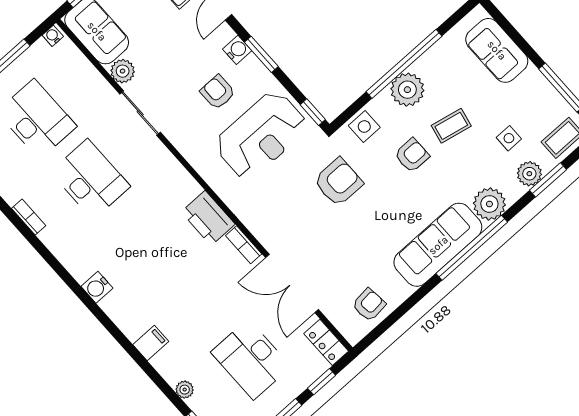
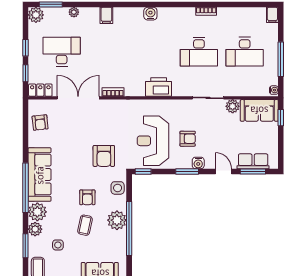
plant: (529, 174) -> (35, 229), moved
printer: (208, 218) -> (159, 87), moved

